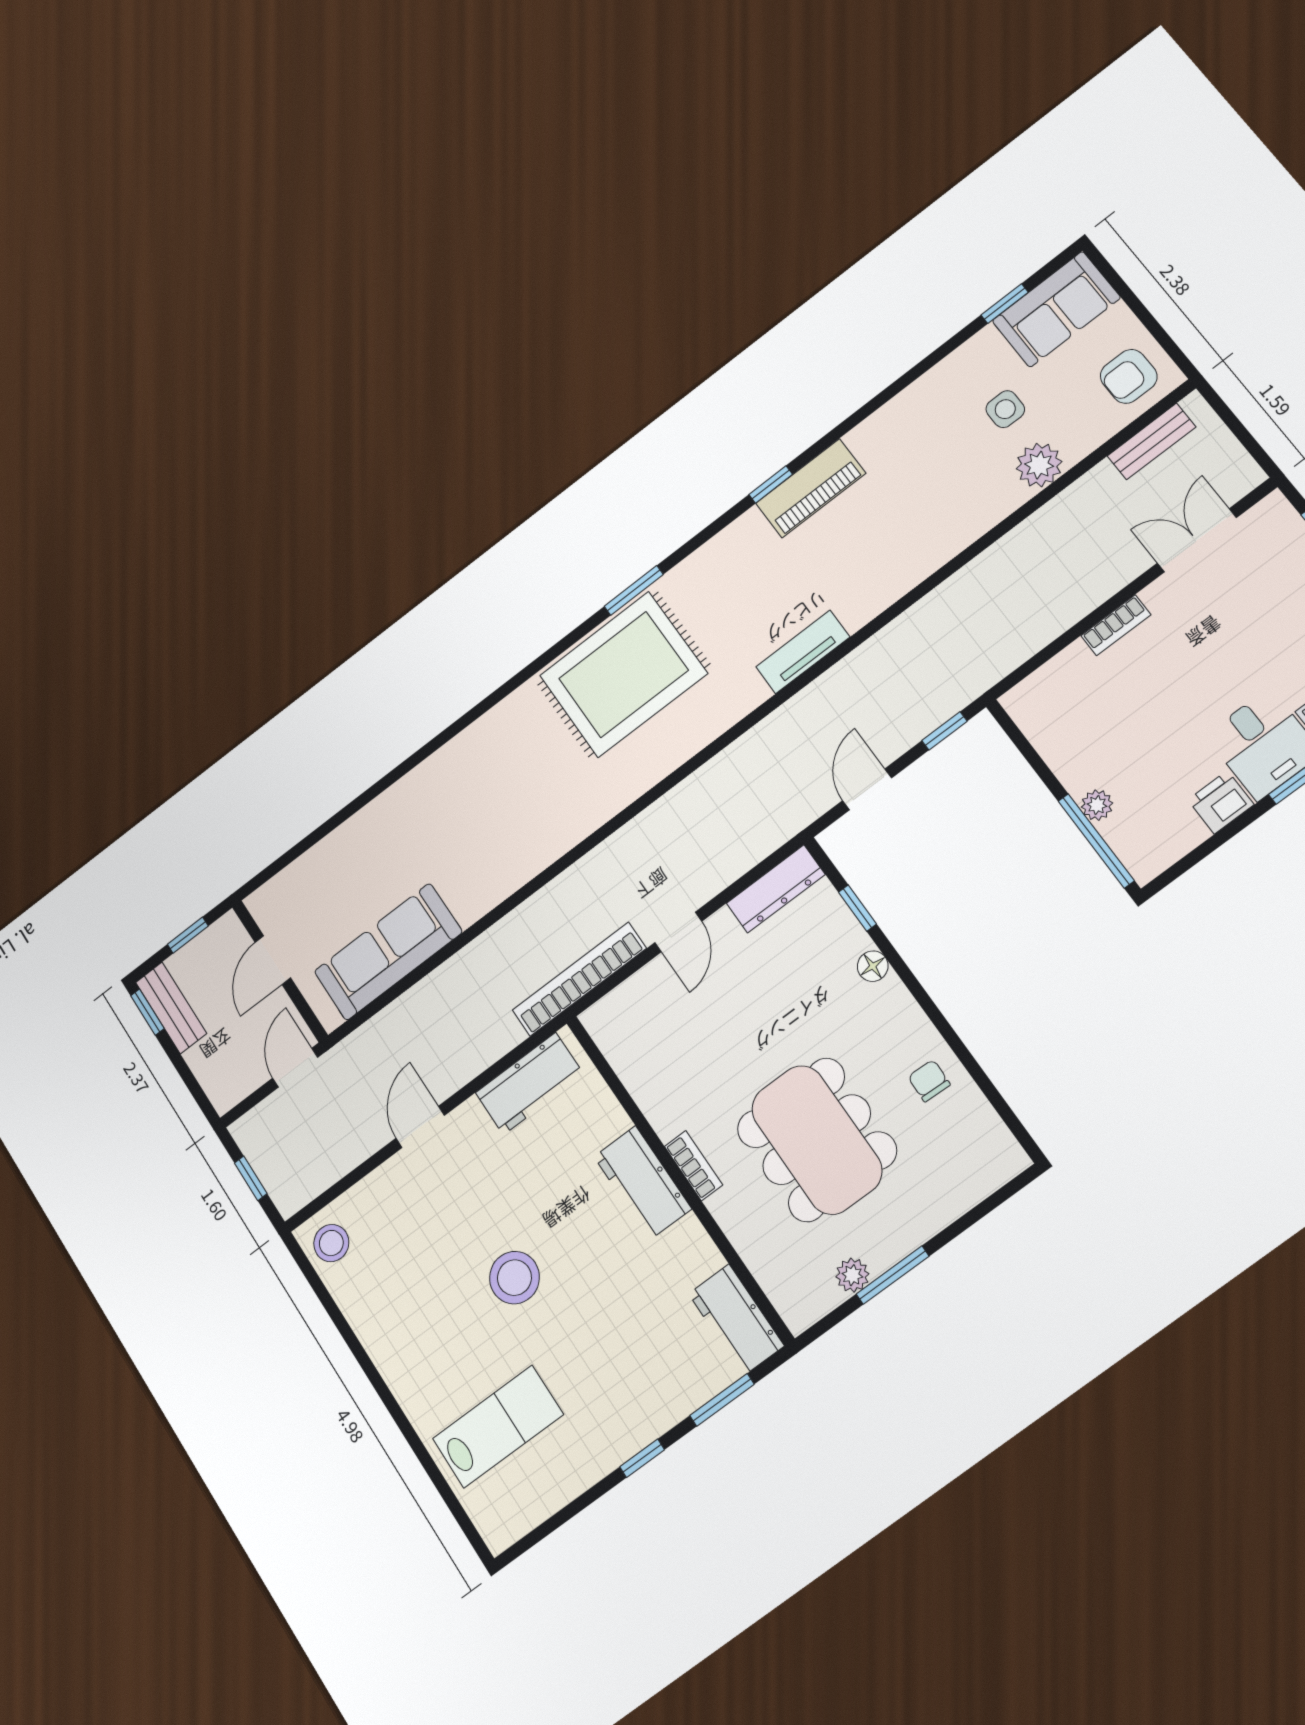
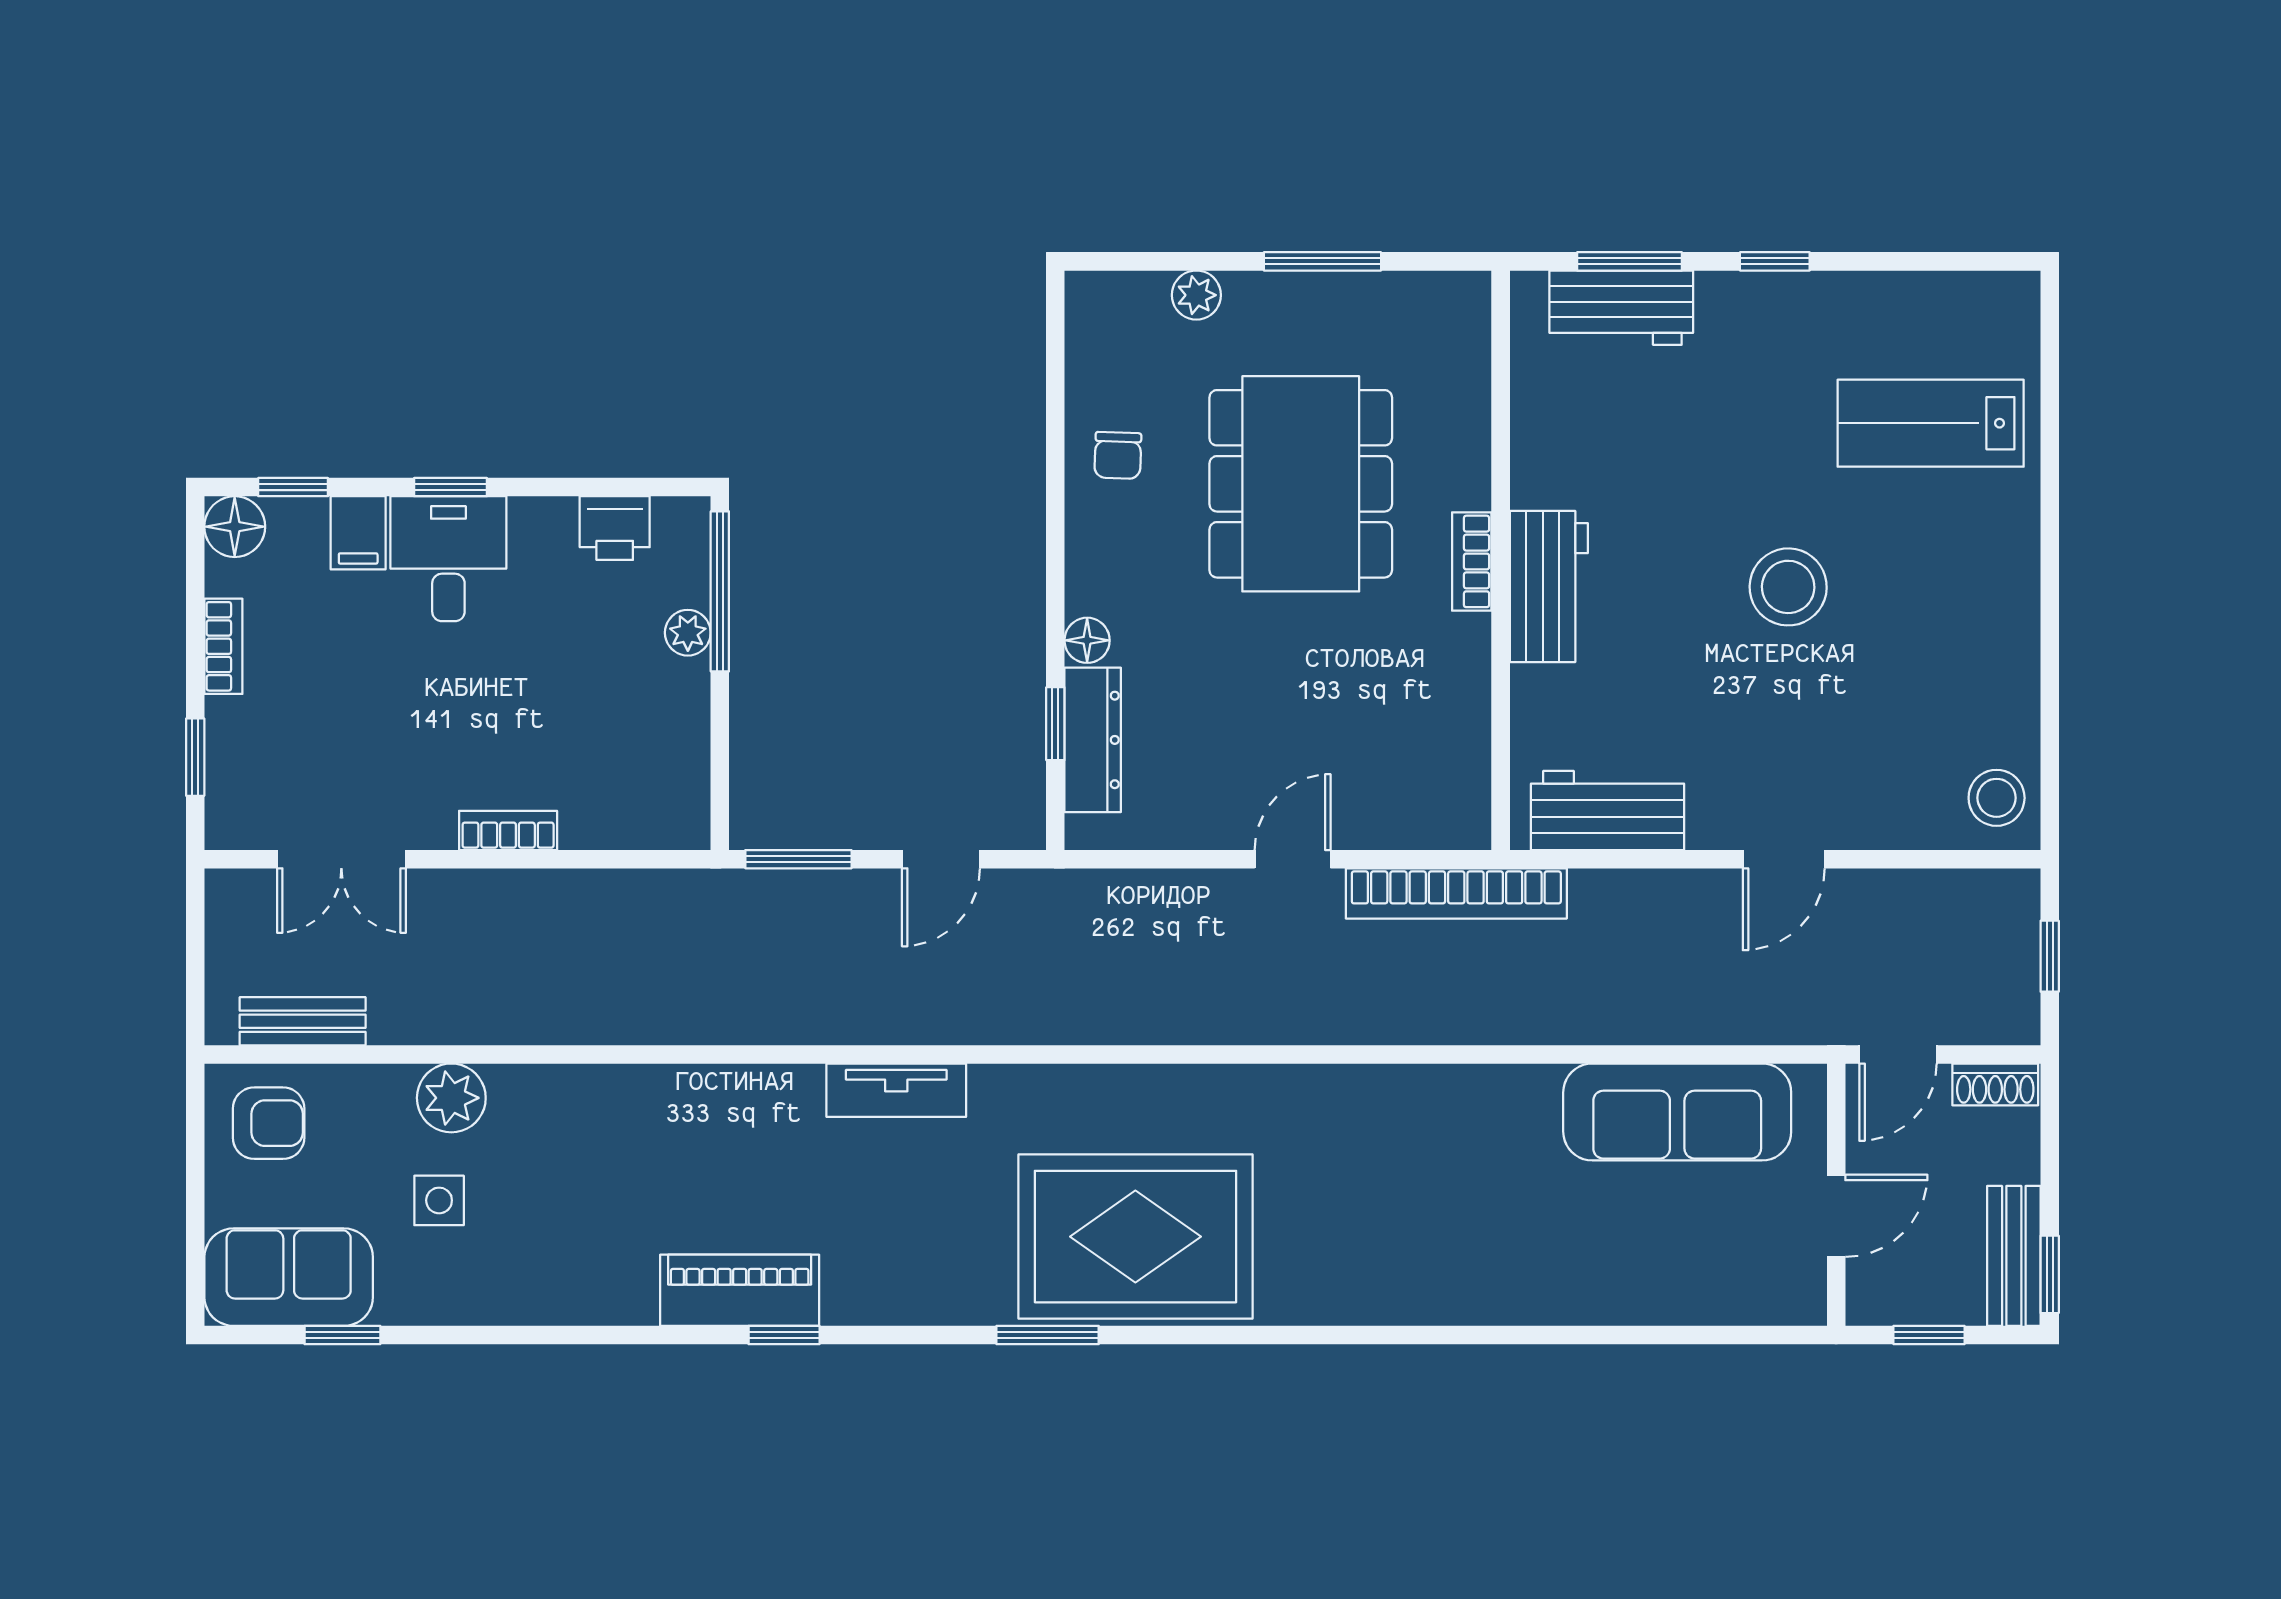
window: (945, 731) -> (798, 859), width x1.50
printer: (1221, 802) -> (615, 528), moved
dresser: (776, 889) -> (1093, 740), moved, turned 90
shoe rack: (236, 1090) -> (1995, 1084), added
plant: (852, 1275) -> (1196, 295), moved
workbench: (736, 1320) -> (1621, 308), moved, turned 90

